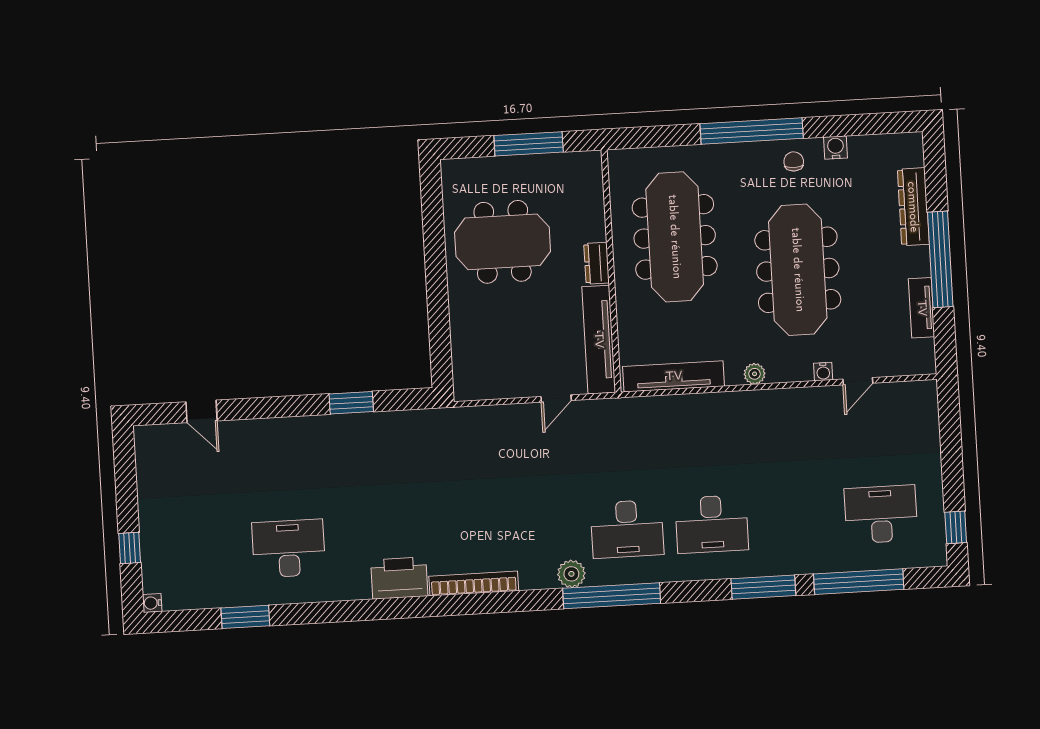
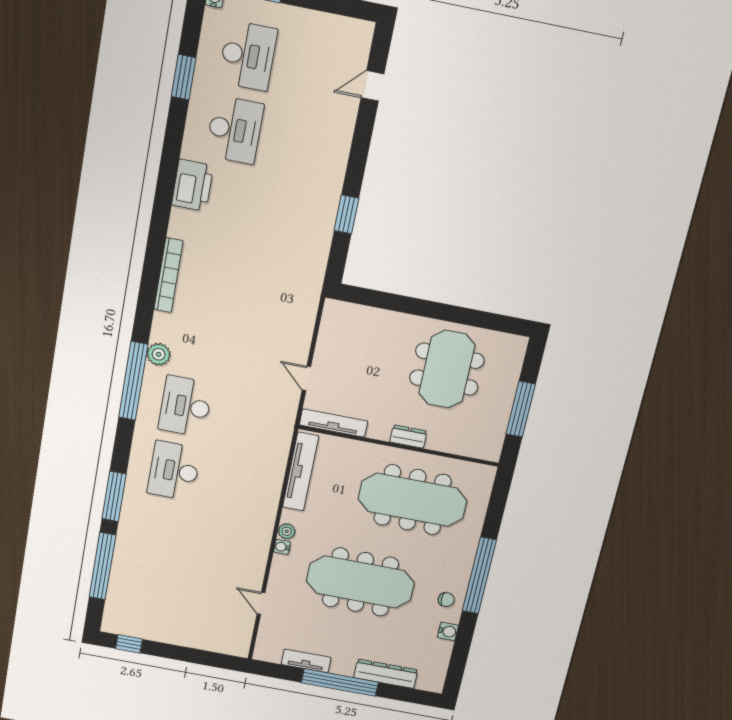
tv unit: (599, 340) -> (334, 423), width x0.73, depth x0.78
water cooler: (823, 372) -> (282, 547), moved
desk: (881, 514) -> (248, 56), moved
printer: (399, 578) -> (192, 185), moved

